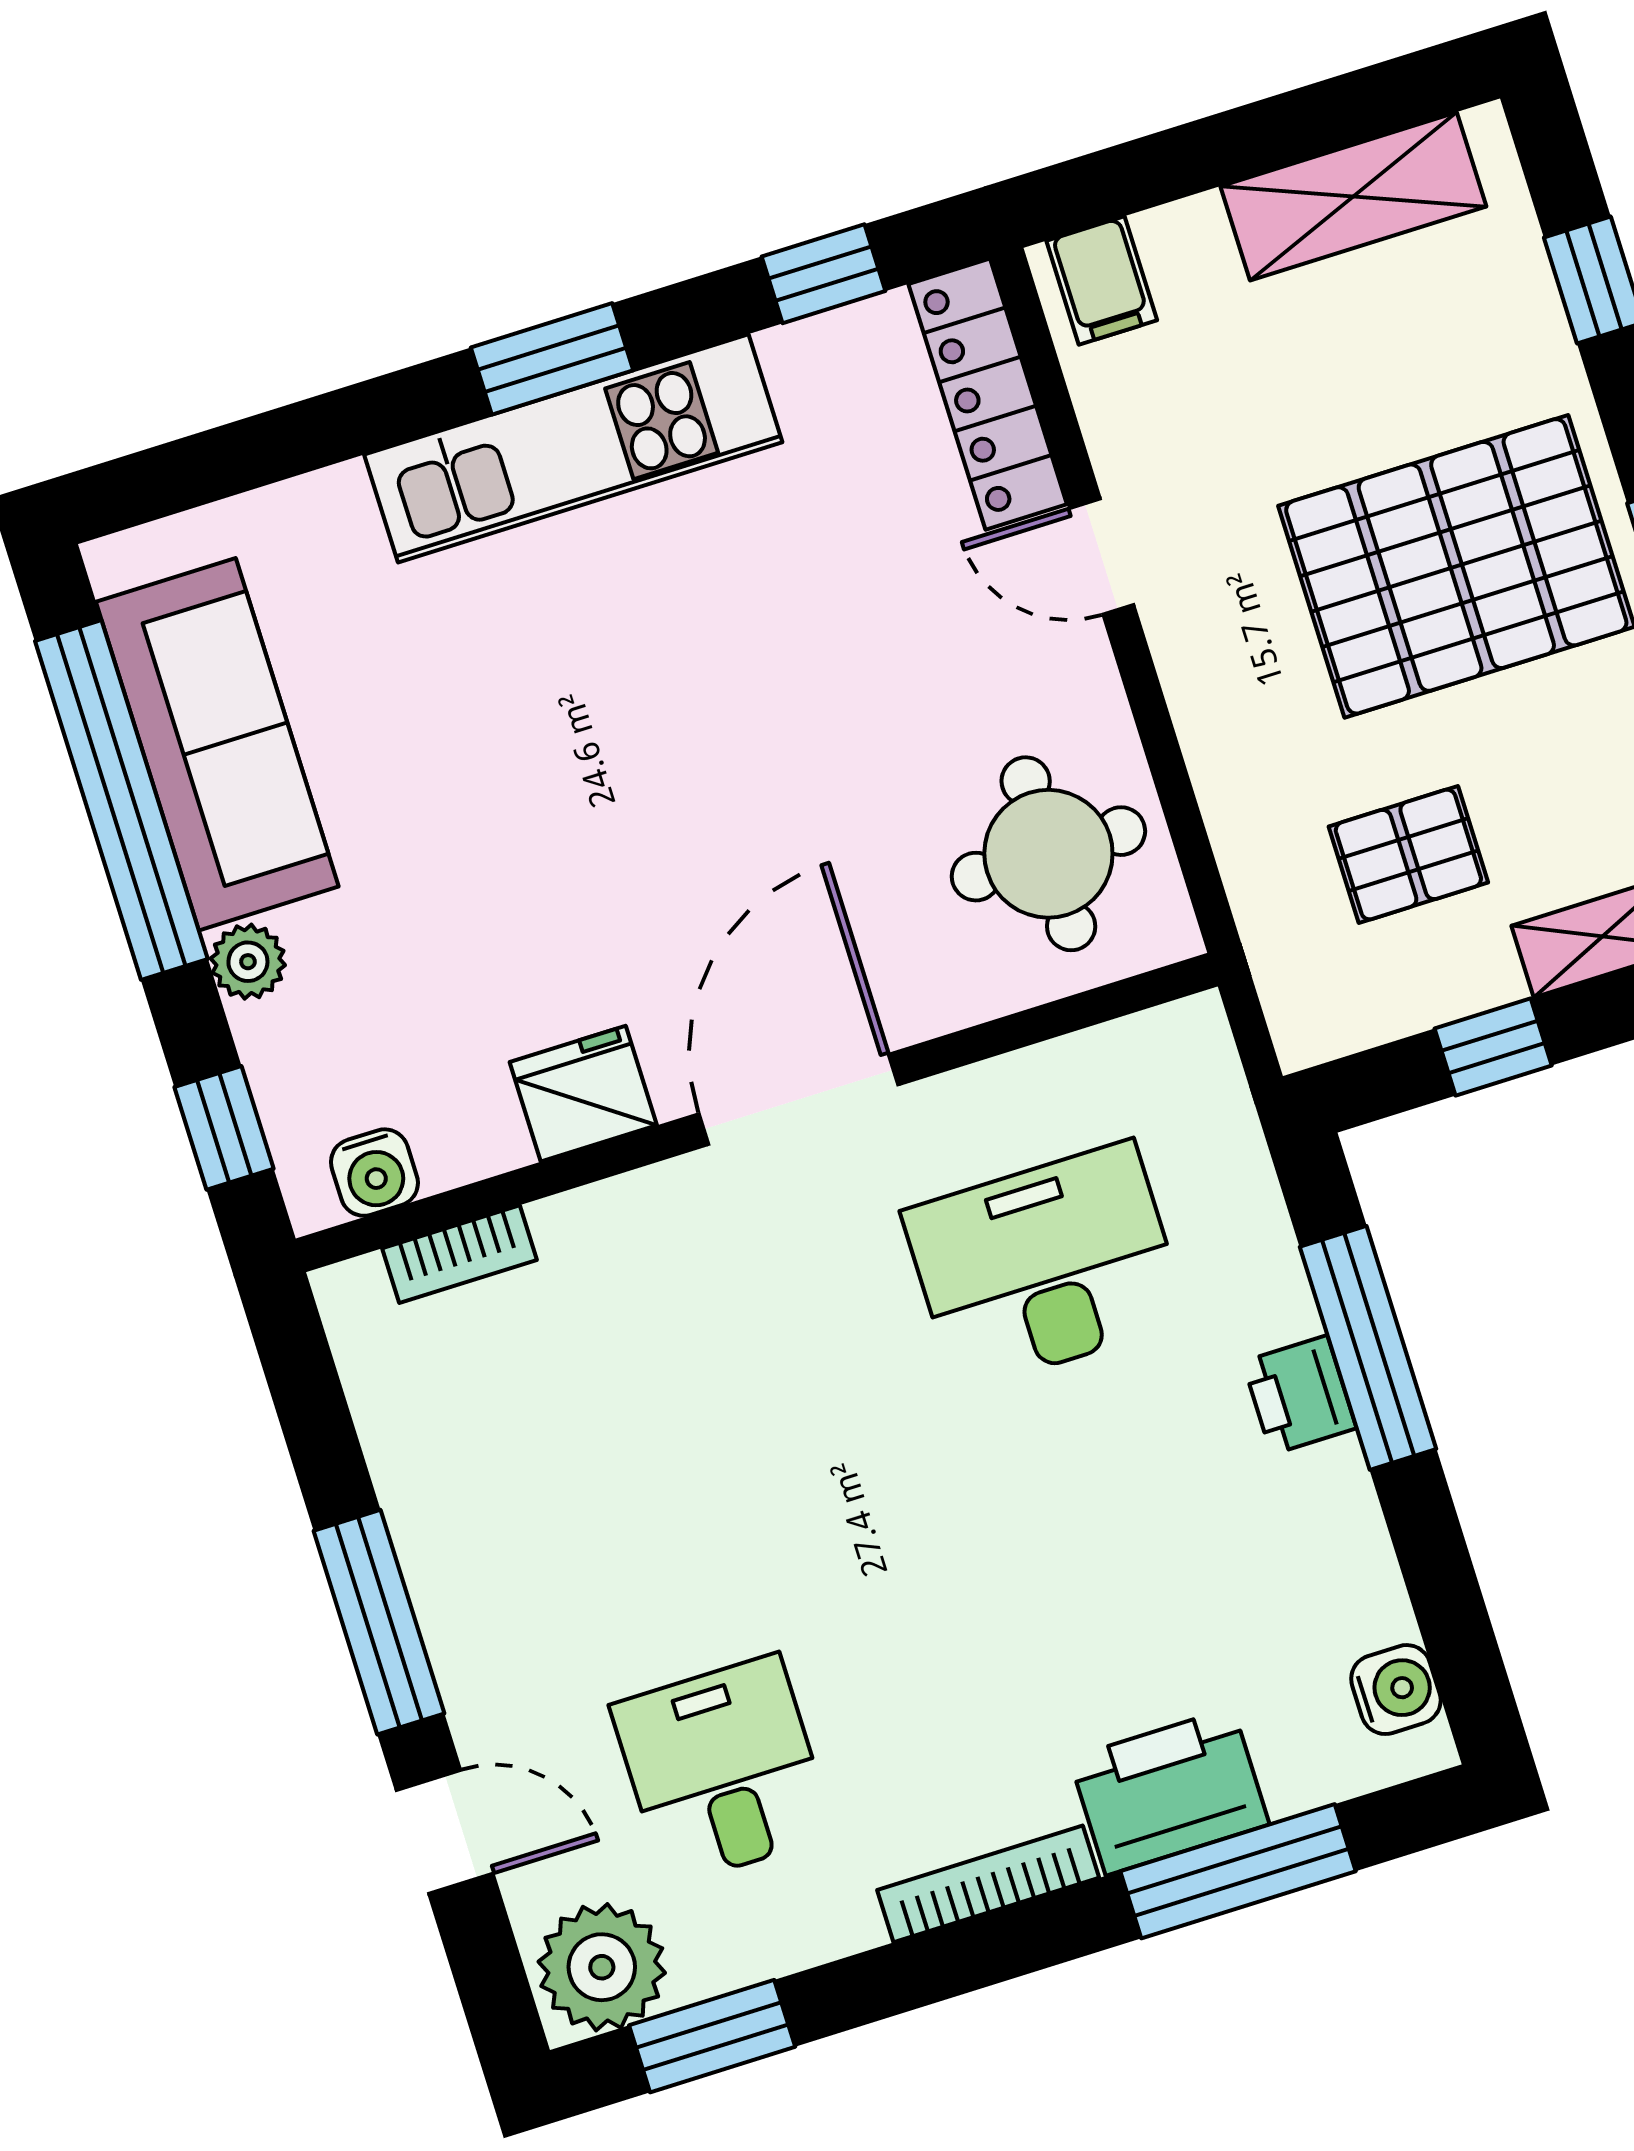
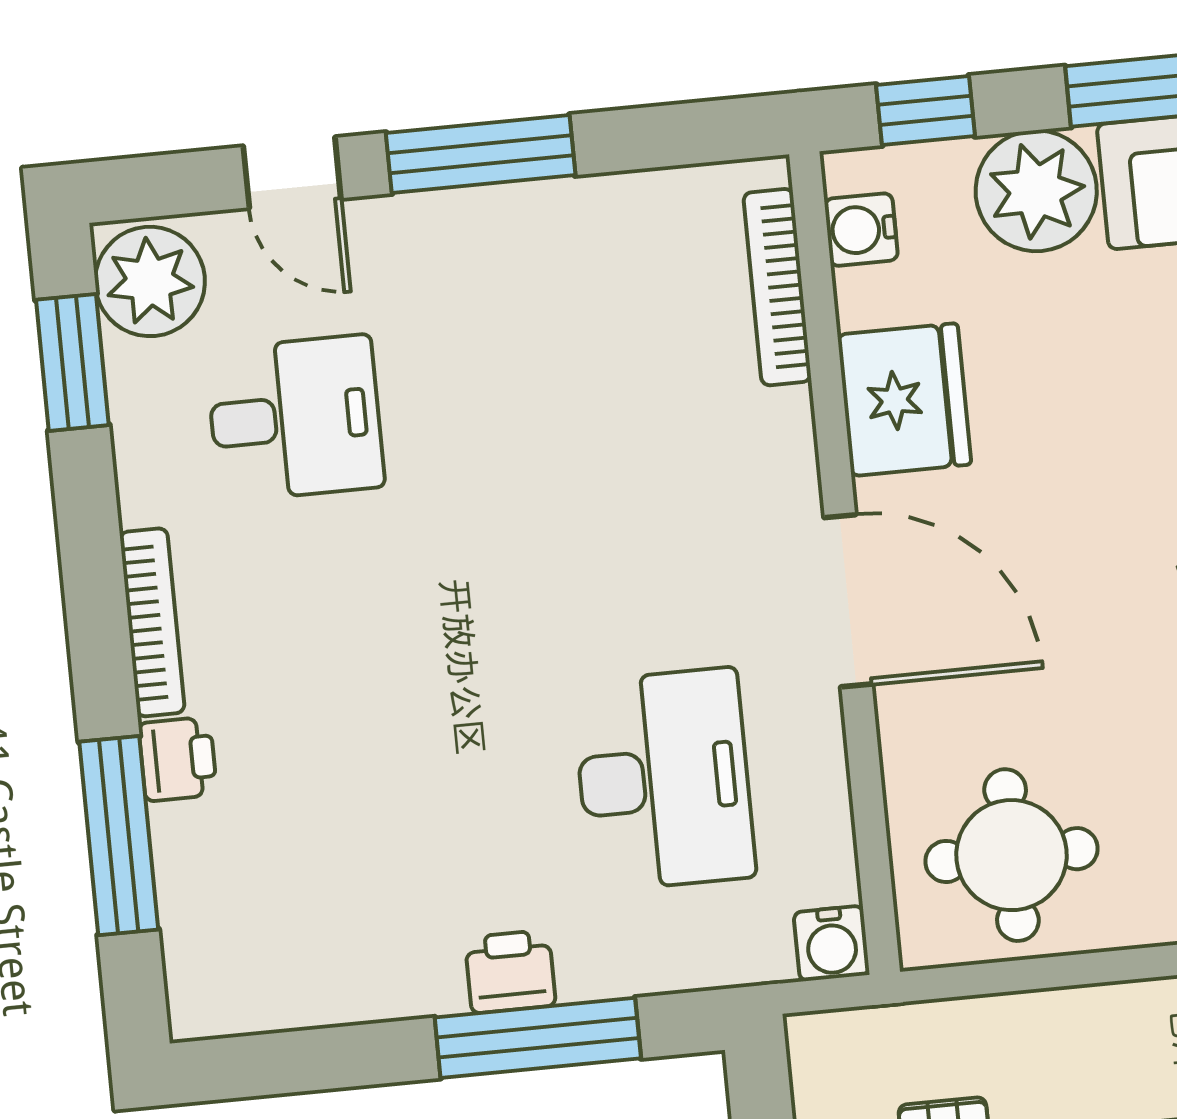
plant: (248, 962) -> (1036, 191), width x1.88, depth x1.88
fridge: (583, 1094) -> (904, 400), width x1.36, depth x1.34
bookcase: (460, 1254) -> (777, 287), width x1.56
water cooler: (1396, 1690) -> (832, 944), moved
printer: (1169, 1791) -> (178, 759), width x0.53, depth x0.68
door: (445, 1832) -> (292, 173), hinge flipped

